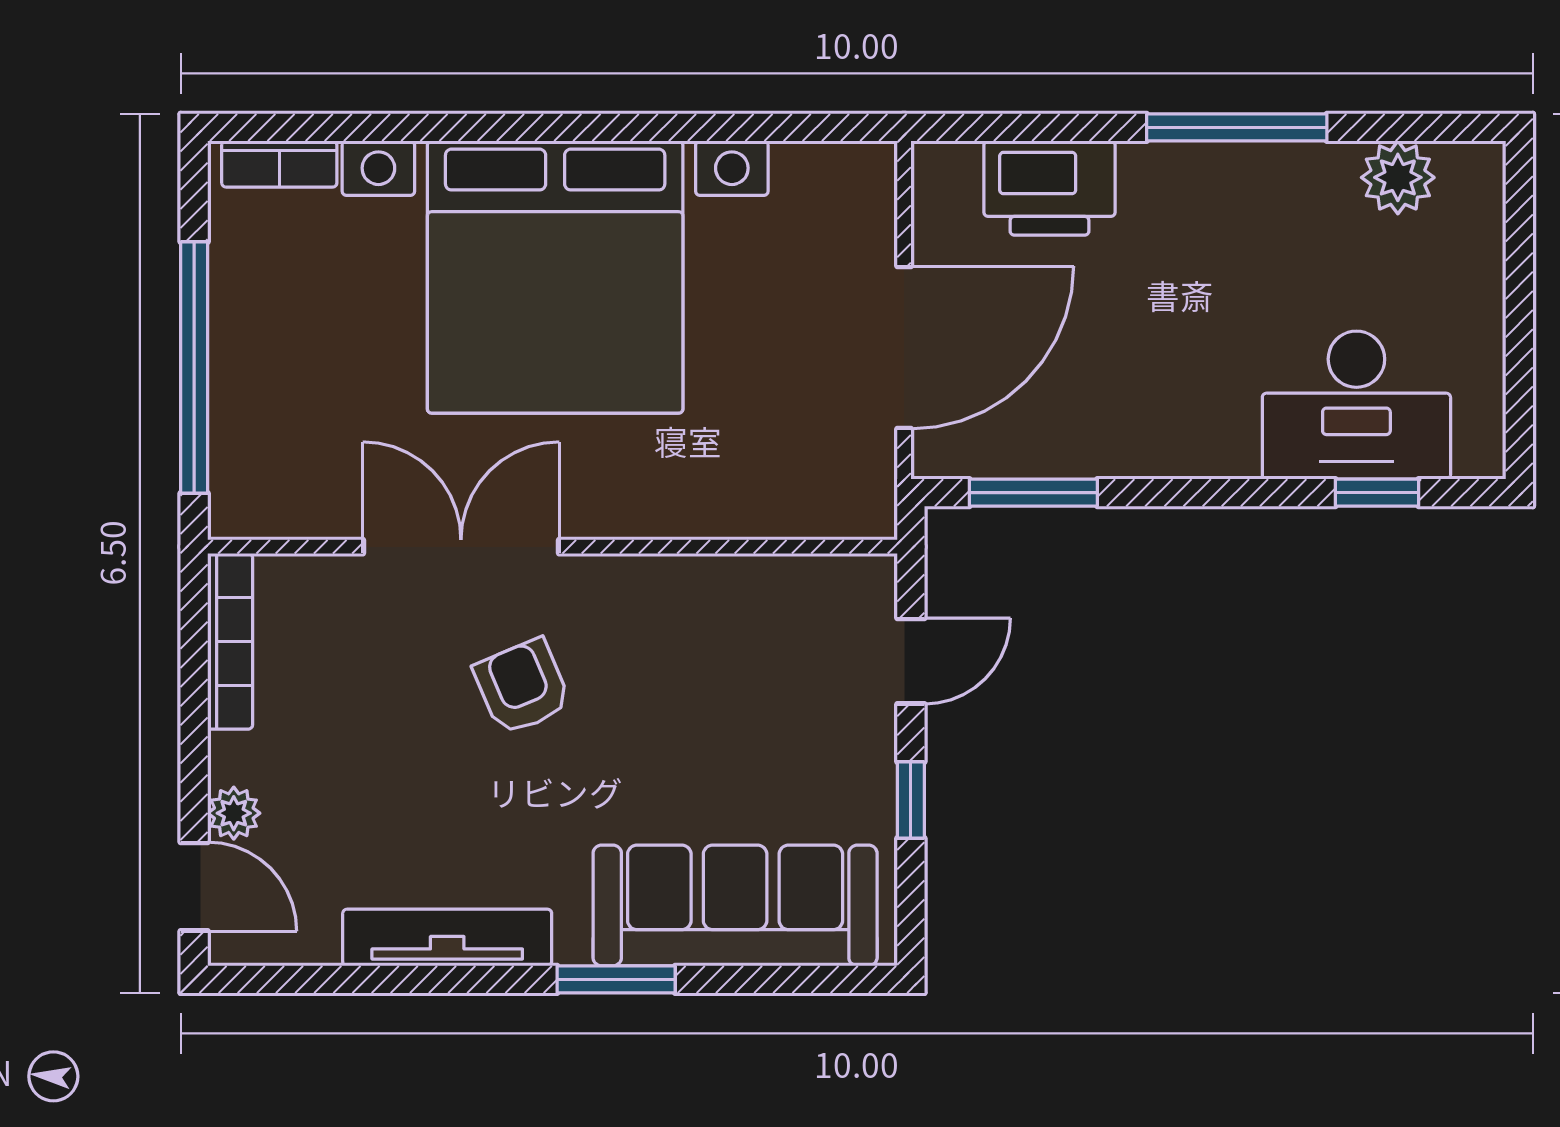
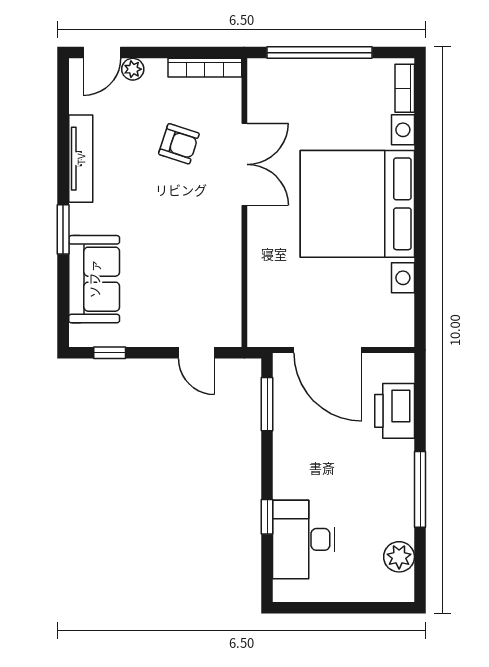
window: (1377, 493) -> (267, 517), moved
armchair: (522, 687) -> (179, 144), moved, turned 41
window: (911, 800) -> (110, 353), moved
sofa: (735, 905) -> (94, 279), width x0.73

